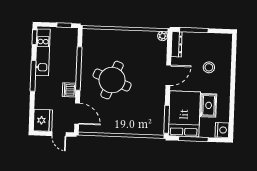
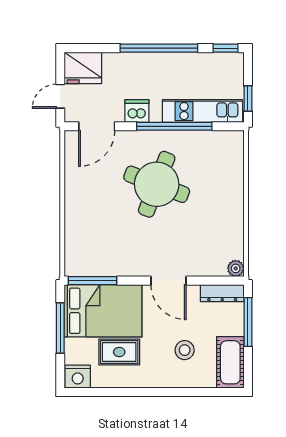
cot: (217, 41) -> (230, 362), added
kitchen unit: (43, 52) -> (202, 111), moved, turned 180
window: (33, 76) -> (159, 48), width x1.46

